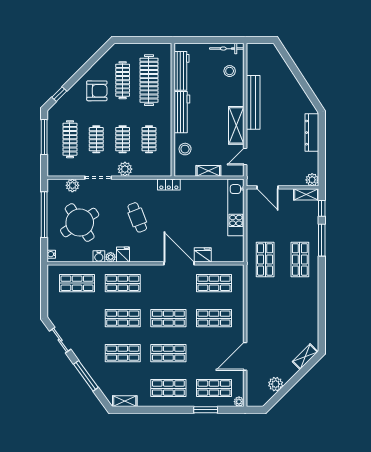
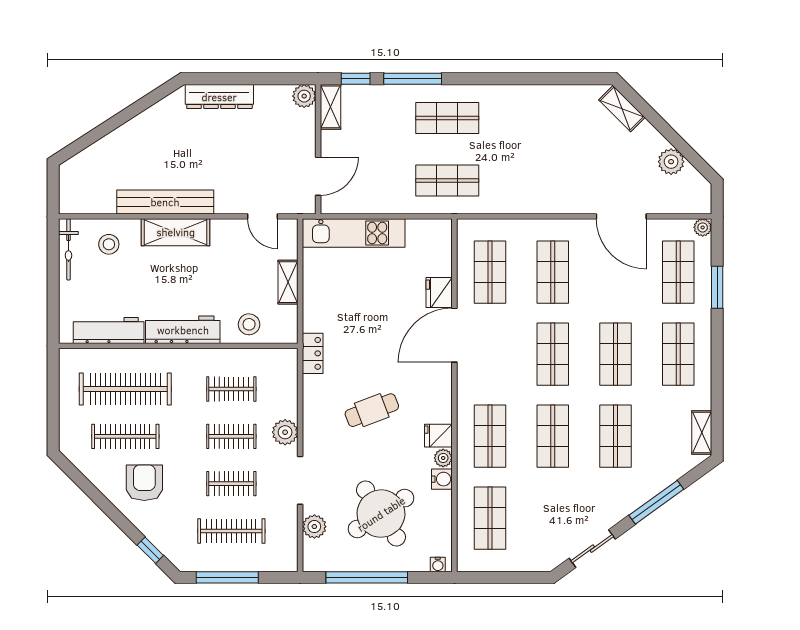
shelving: (236, 125) -> (176, 232), moved

